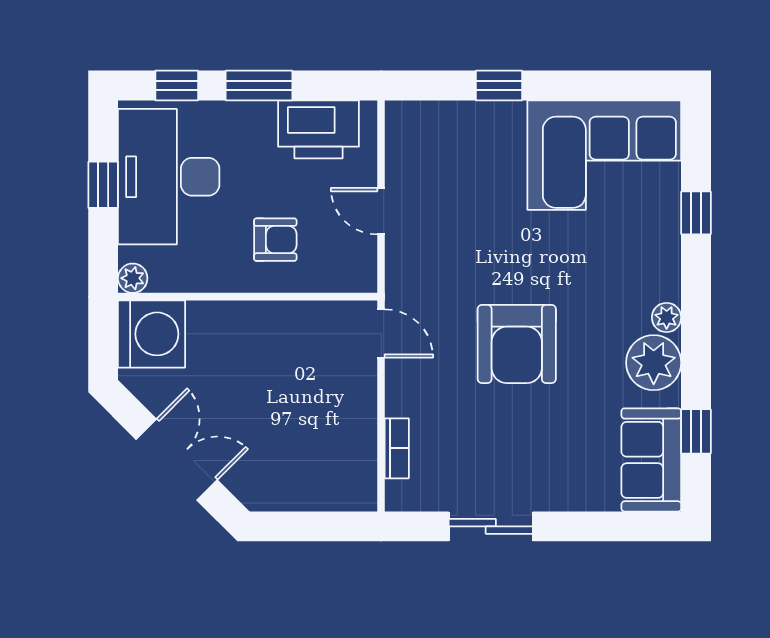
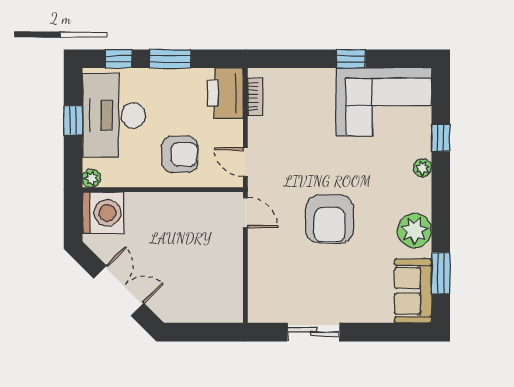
window: (499, 85) -> (351, 59), moved
printer: (318, 129) -> (225, 93), moved, turned 90
door: (381, 211) -> (245, 162), moved
armchair: (275, 240) -> (180, 154), width x1.38, depth x1.38
plant: (667, 317) -> (422, 168), moved
window: (696, 431) -> (441, 273), width x1.50
bookcase: (397, 448) -> (255, 96), moved

